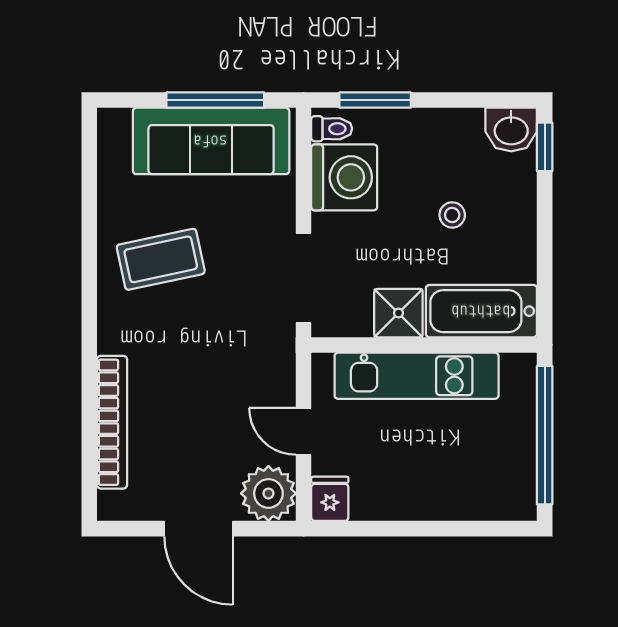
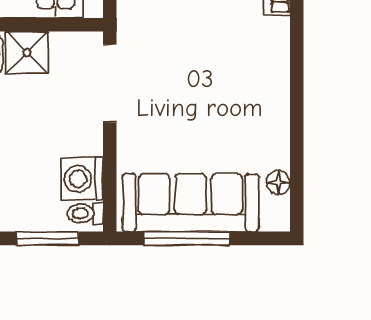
floor lamp: (111, 164) -> (278, 182), added
washing machine: (344, 177) -> (82, 179), width x0.73, depth x0.73
coffee table: (161, 259) -> (234, 99), removed

